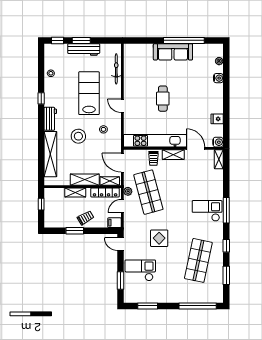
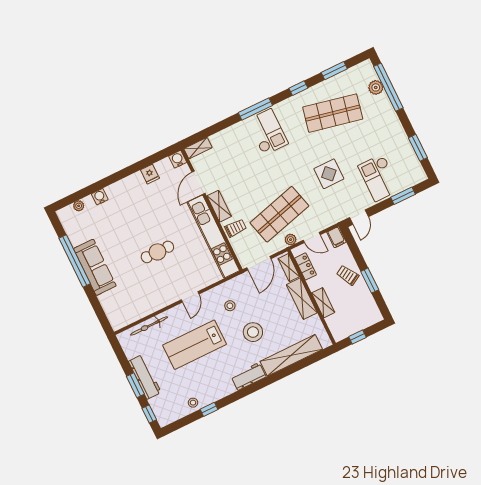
window: (41, 98) -> (209, 409), moved
locker: (105, 193) -> (305, 266), width x0.66
checkout: (207, 211) -> (267, 132), turned 180
plant: (201, 297) -> (376, 87), added

